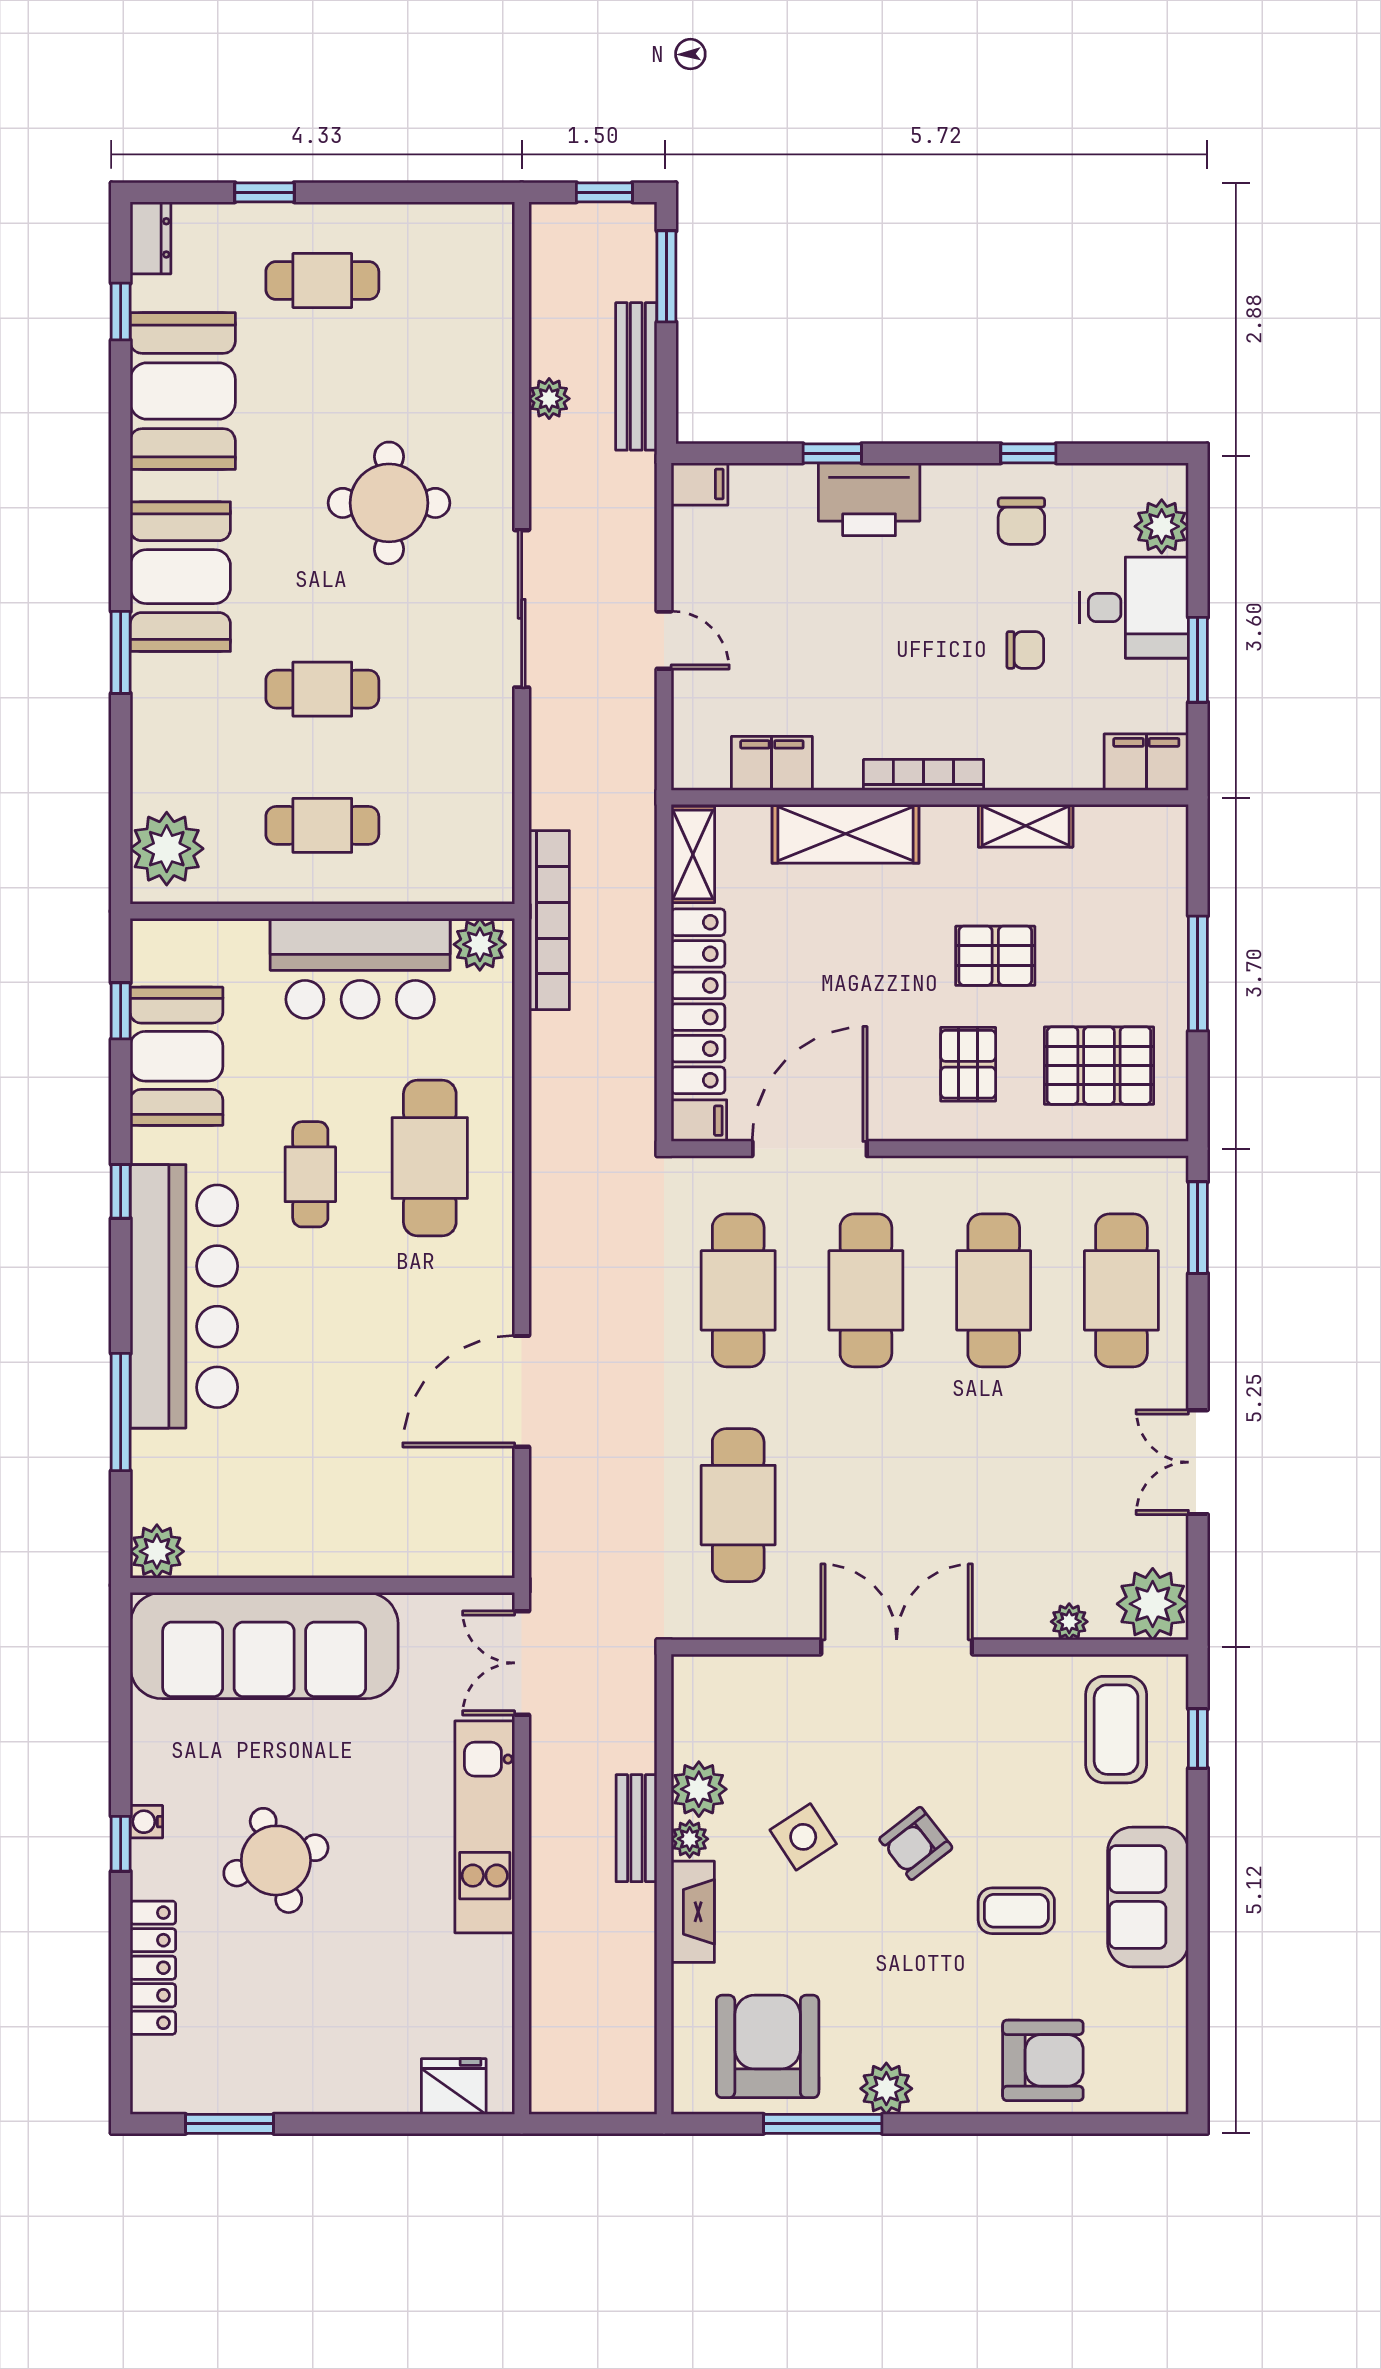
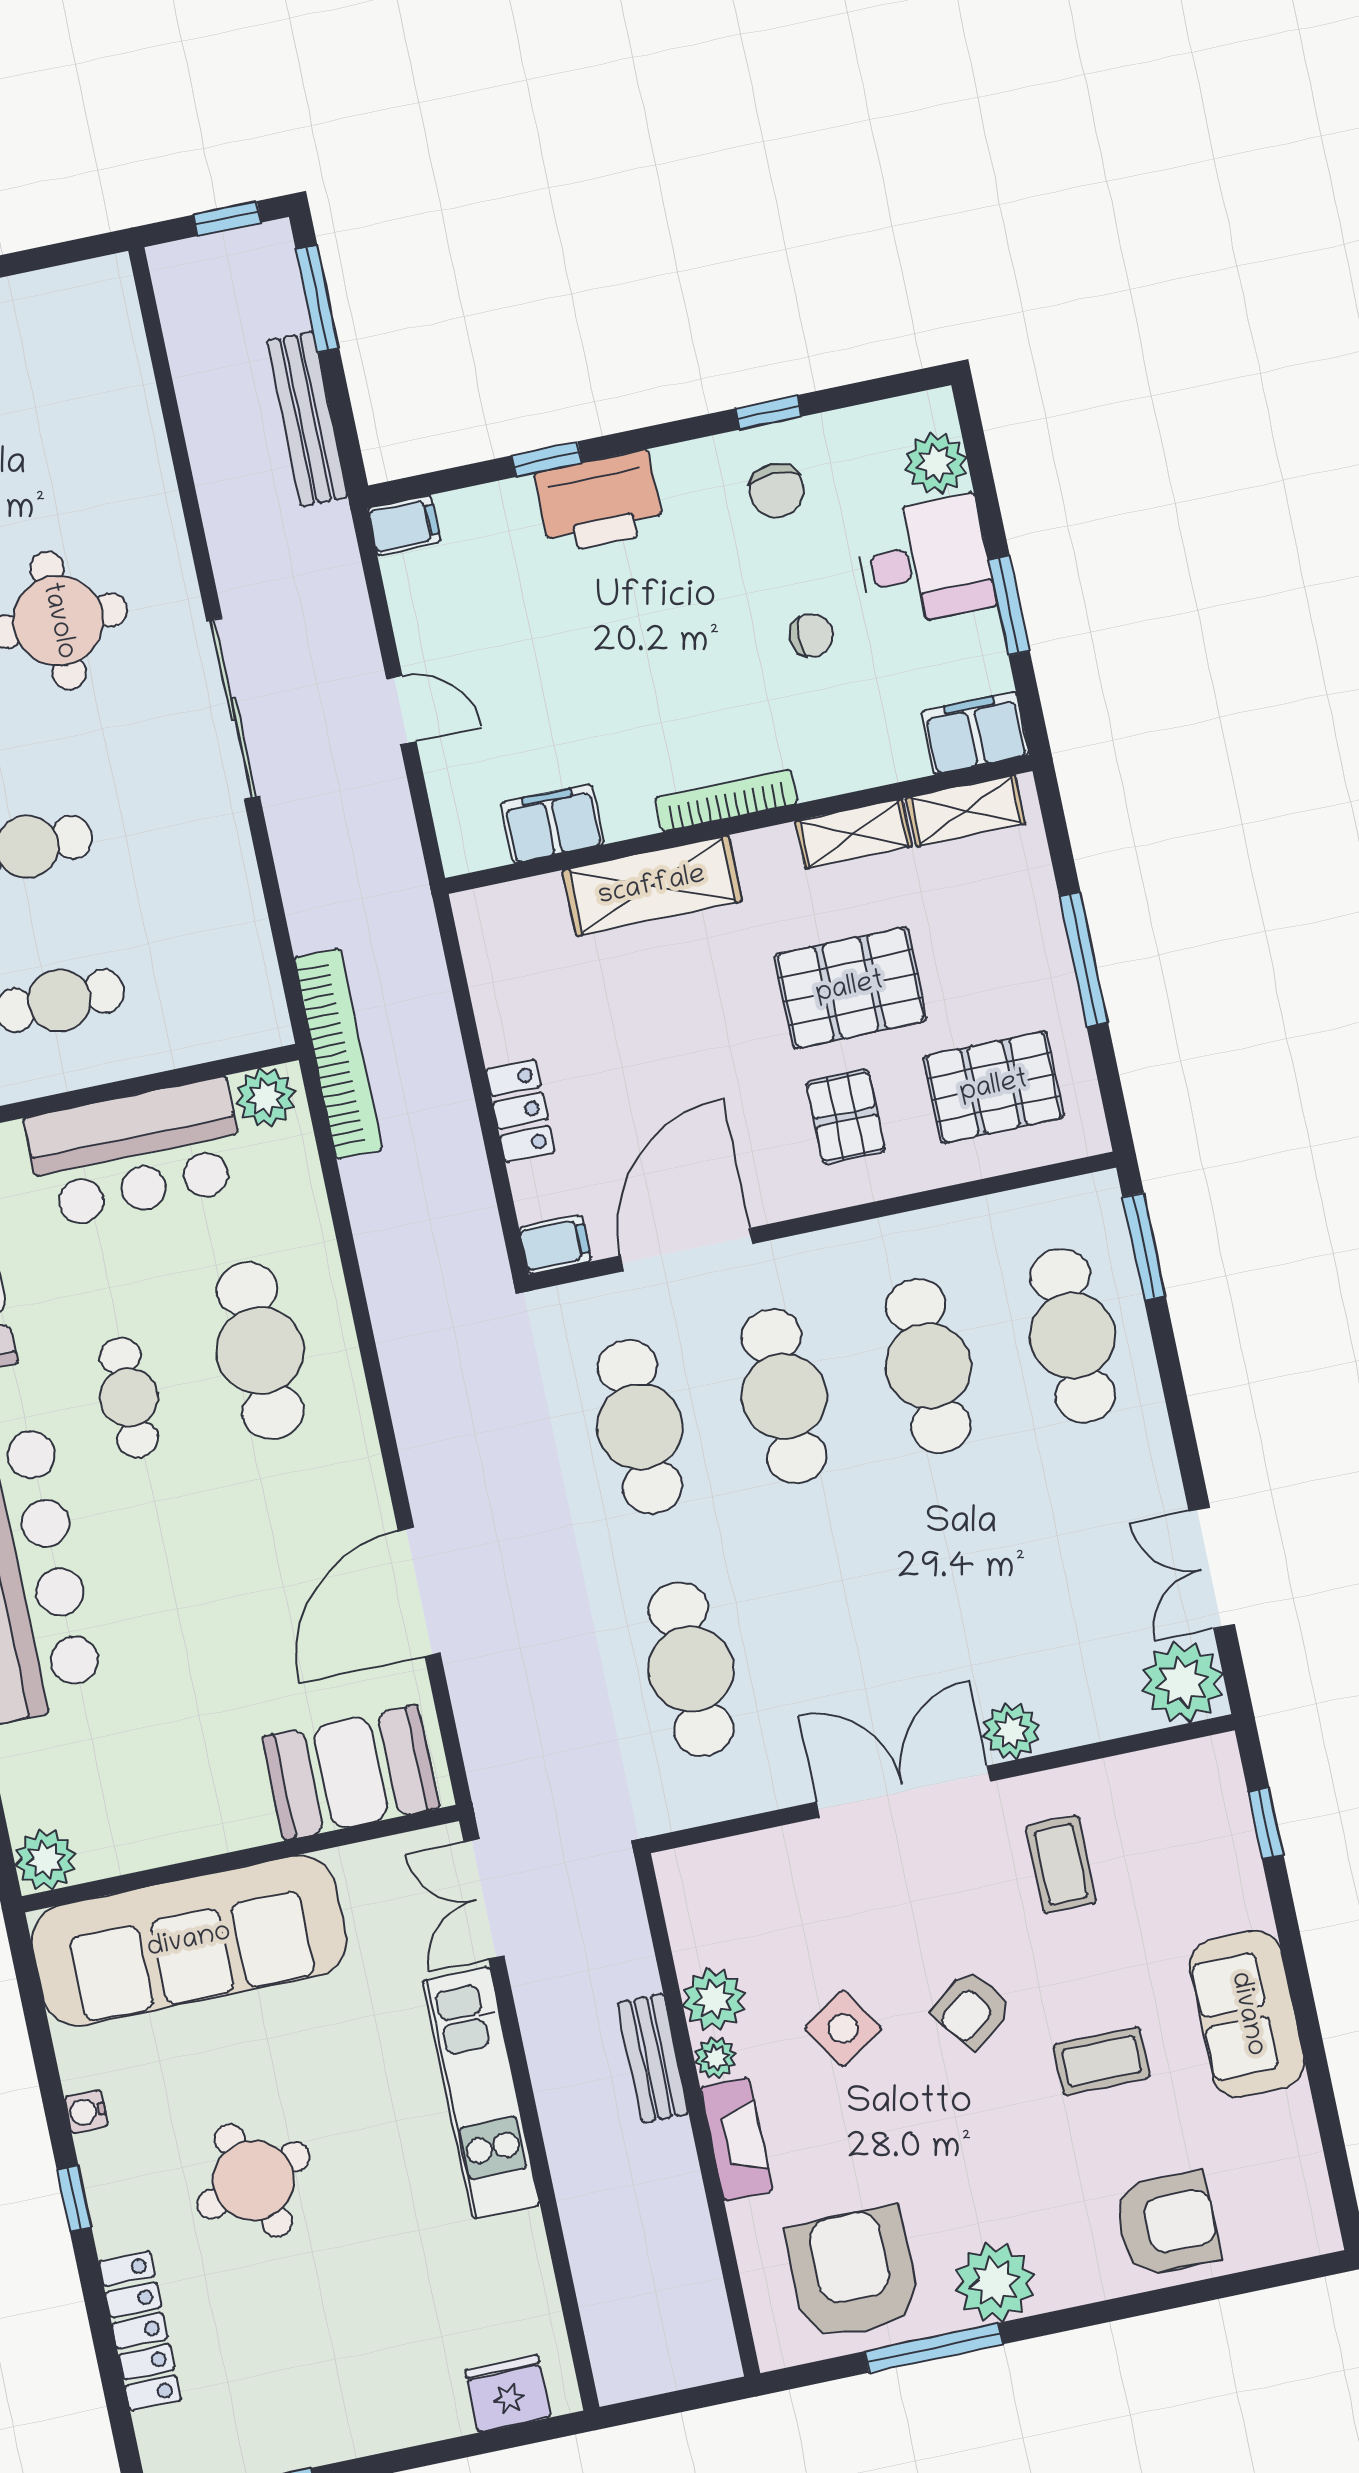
plant: (549, 399) -> (214, 465), removed
shelving: (693, 854) -> (966, 811), moved, turned 90
pallet: (995, 956) -> (850, 988), width x1.50, depth x1.42
locker: (698, 1001) -> (520, 1111), width x0.46, depth x0.83
double door: (1198, 1462) -> (1212, 1568), moved
booth: (431, 1532) -> (351, 1772), added
plant: (1069, 1622) -> (1011, 1731), moved, width x1.38, depth x1.38
coffee table: (1116, 1730) -> (1061, 1864), moved, width x0.73, depth x0.77
water cooler: (146, 1822) -> (86, 2112), moved
plant: (886, 2089) -> (995, 2282), width x1.36, depth x1.36

